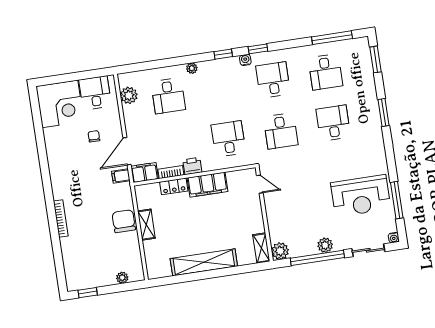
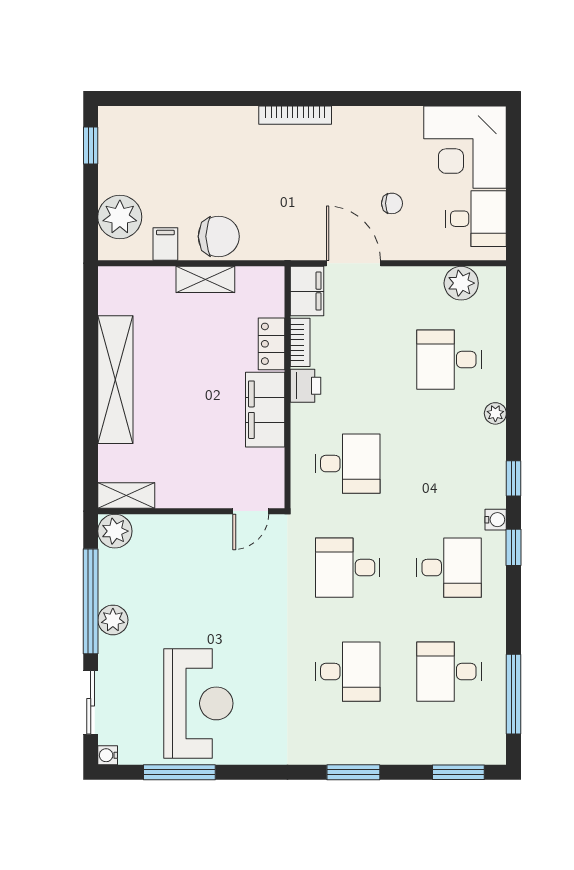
filing cabinet: (121, 176) -> (165, 244), moved
reception desk: (361, 196) -> (198, 703), turned 180
bookcase: (61, 219) -> (295, 115), moved
plant: (122, 278) -> (120, 217), width x1.88, depth x1.88

